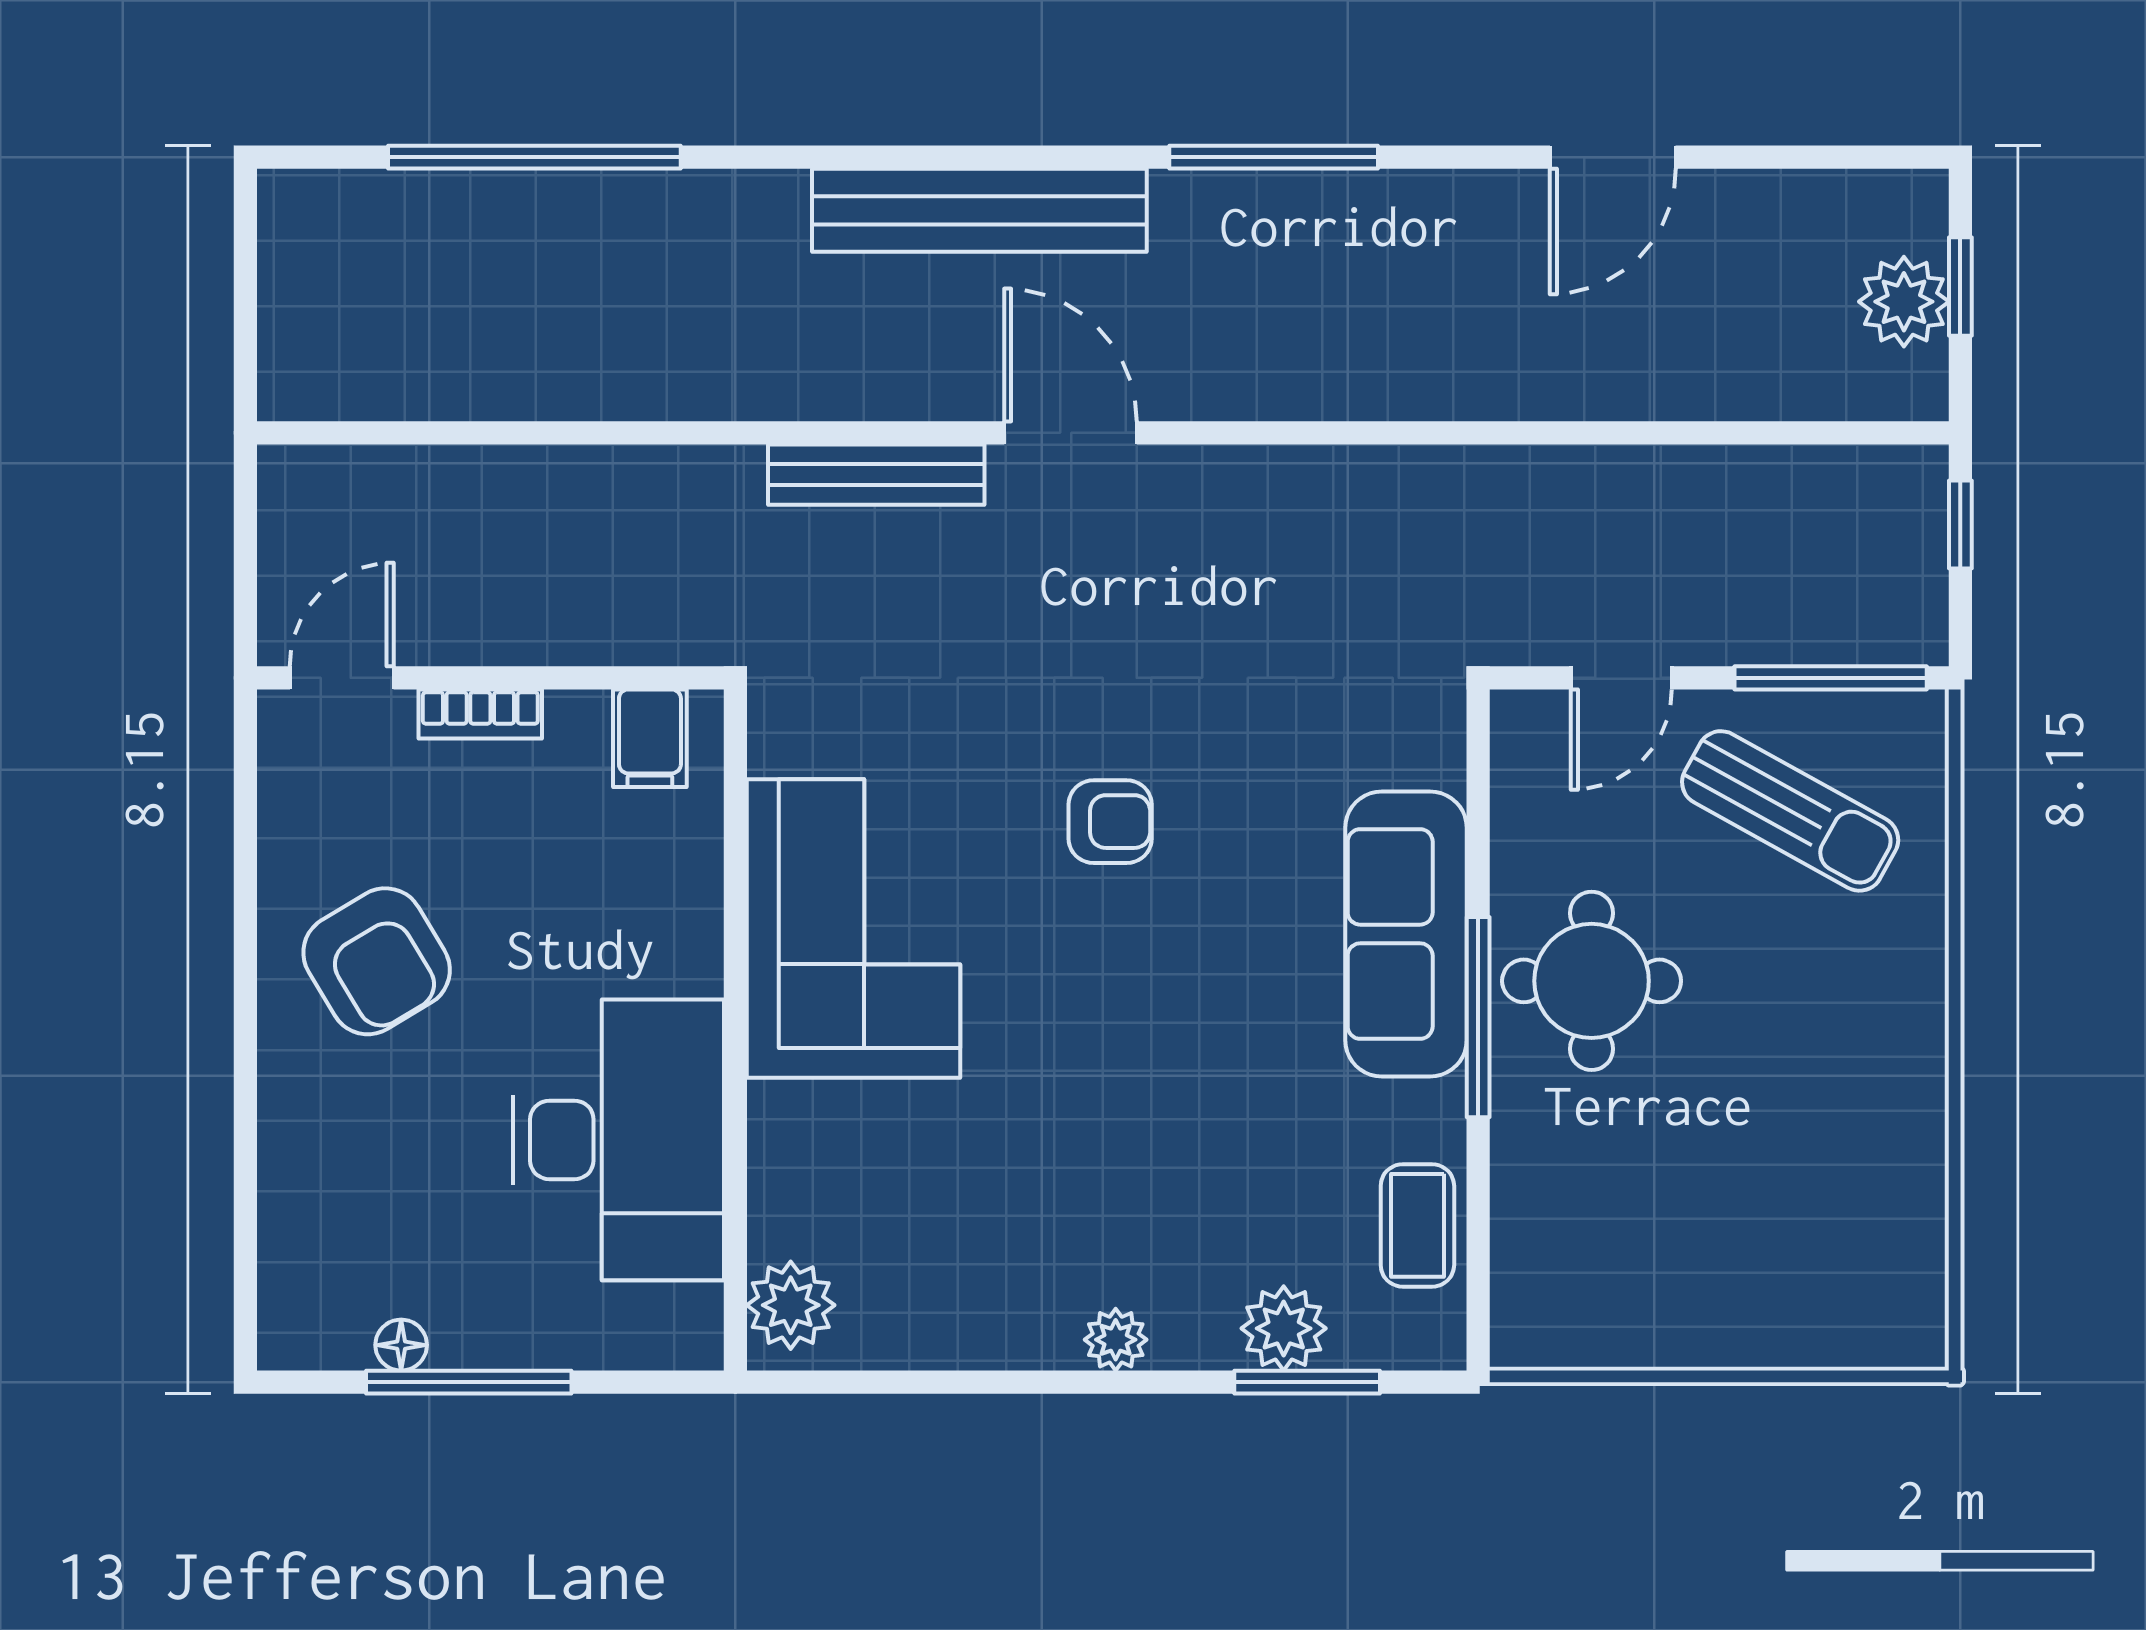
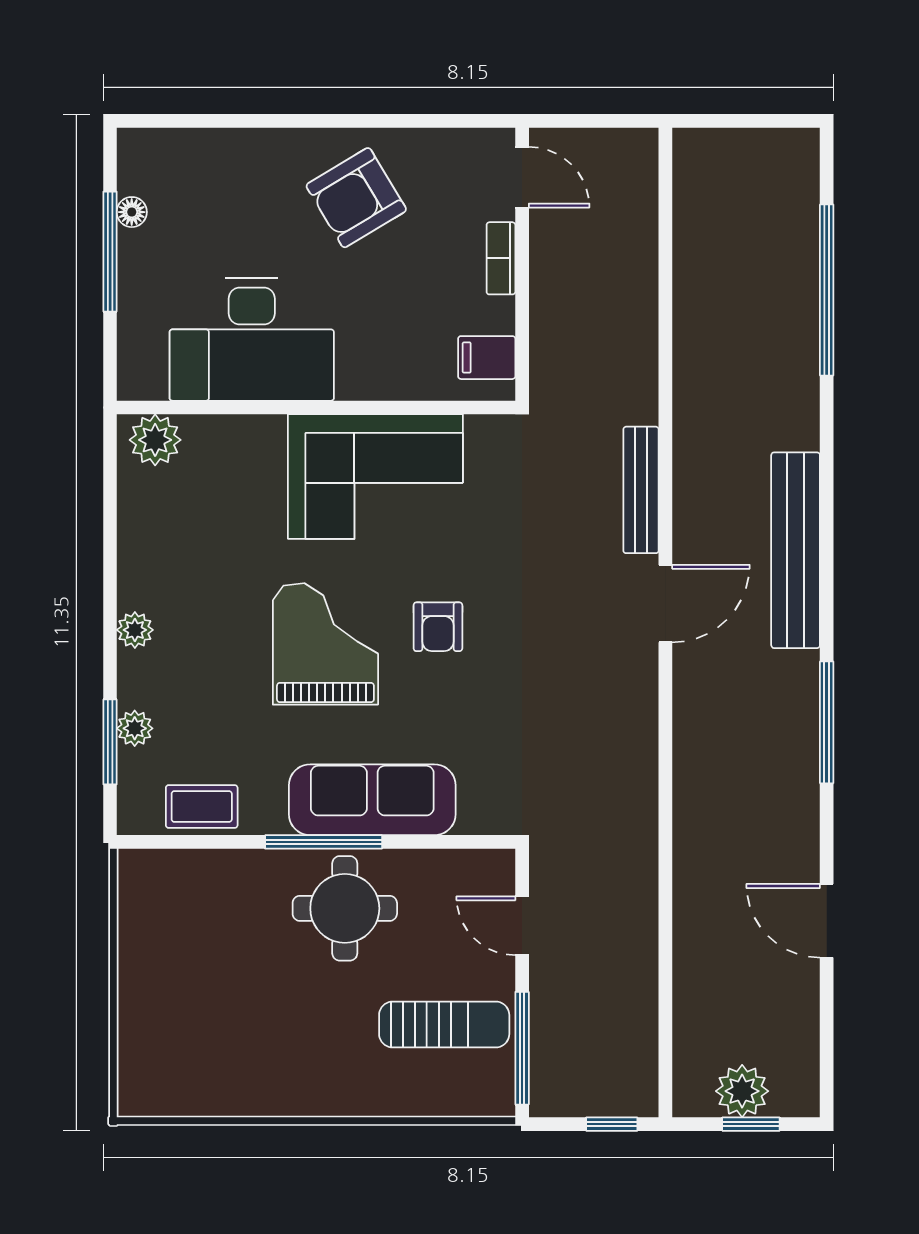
sun lounger: (1790, 811) -> (444, 1025), turned -119
grand piano: (1139, 1014) -> (325, 644), added
plant: (1284, 1328) -> (135, 728), width x0.73, depth x0.73

